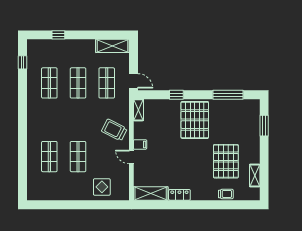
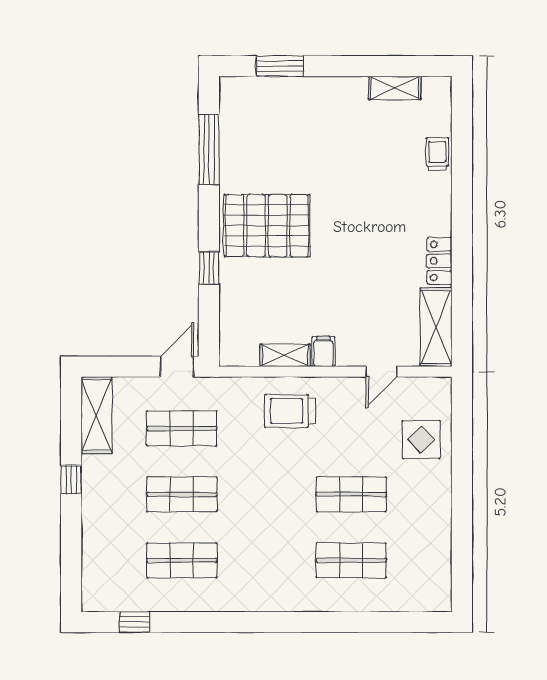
window: (58, 35) -> (71, 479), moved
shelving: (138, 110) -> (285, 355), moved
trolley: (114, 130) -> (290, 411), turned 63
door: (131, 157) -> (382, 372), moved
pallet: (226, 161) -> (362, 154), removed

